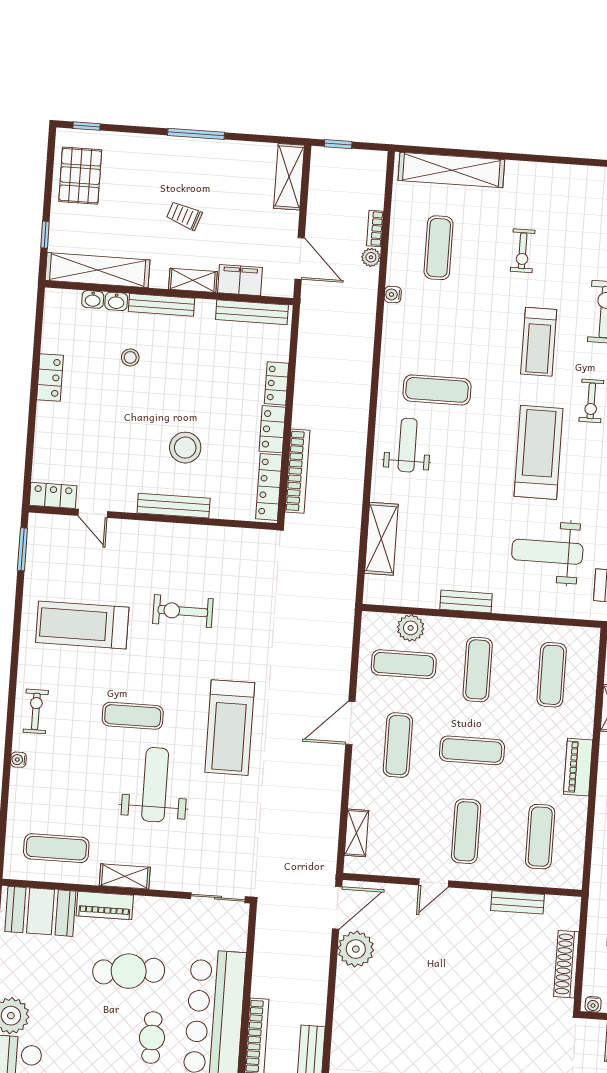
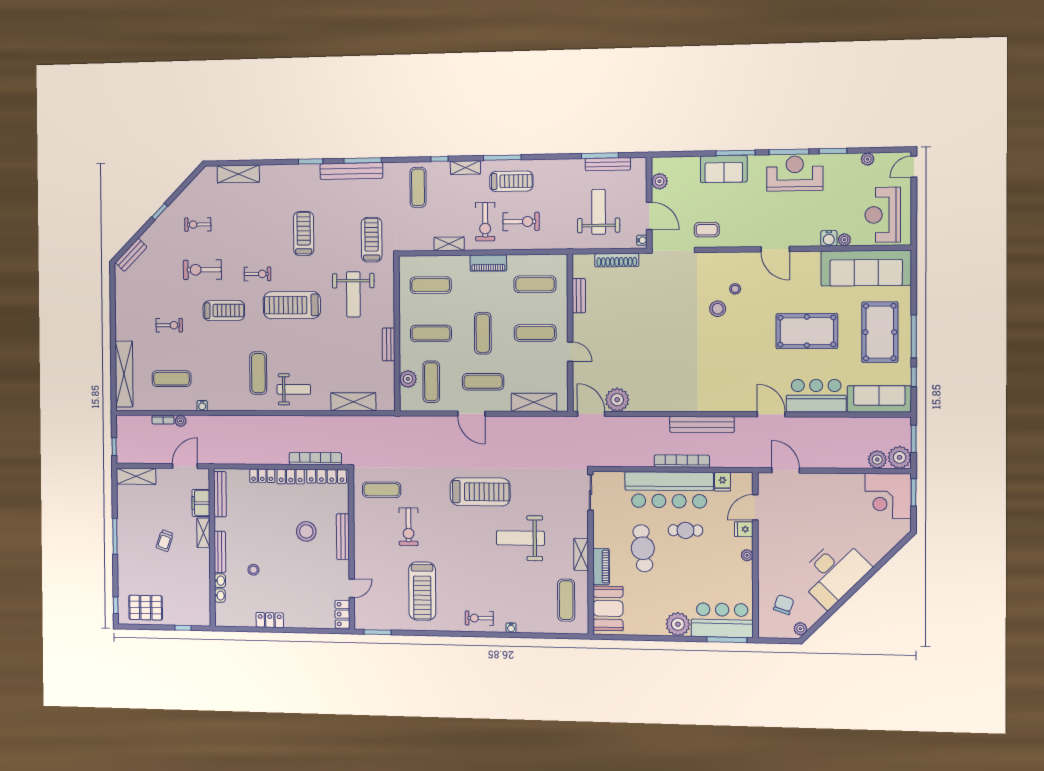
shelving: (98, 270) -> (202, 593), removed
weight bench: (408, 445) -> (294, 389), turned 180
exercise mat: (133, 716) -> (382, 490), moved, turned 90
shelving: (356, 833) -> (534, 402), width x1.50, depth x1.33

